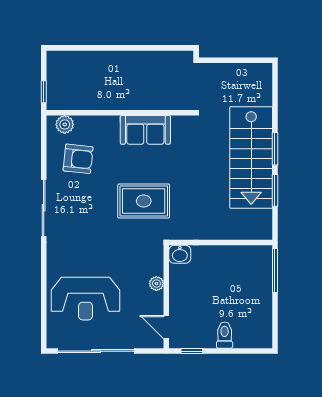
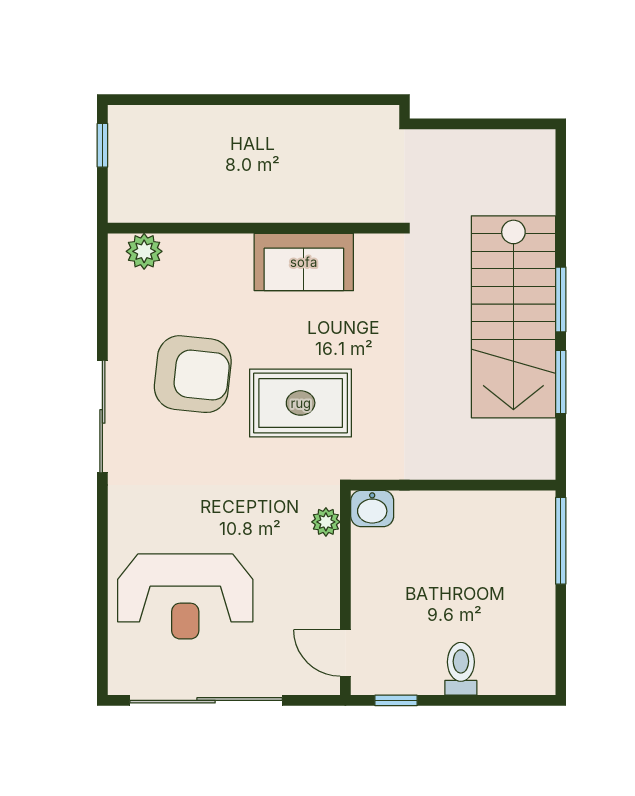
window: (44, 92) -> (102, 145), moved
armchair: (78, 159) -> (193, 374), moved, width x1.36, depth x1.36
plant: (156, 284) -> (326, 522), moved

